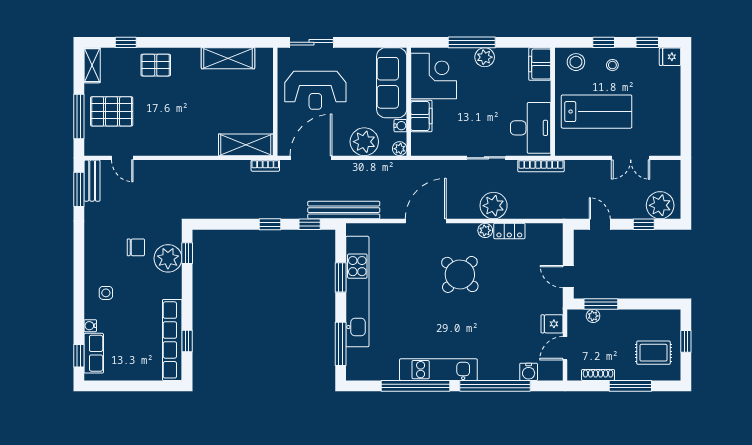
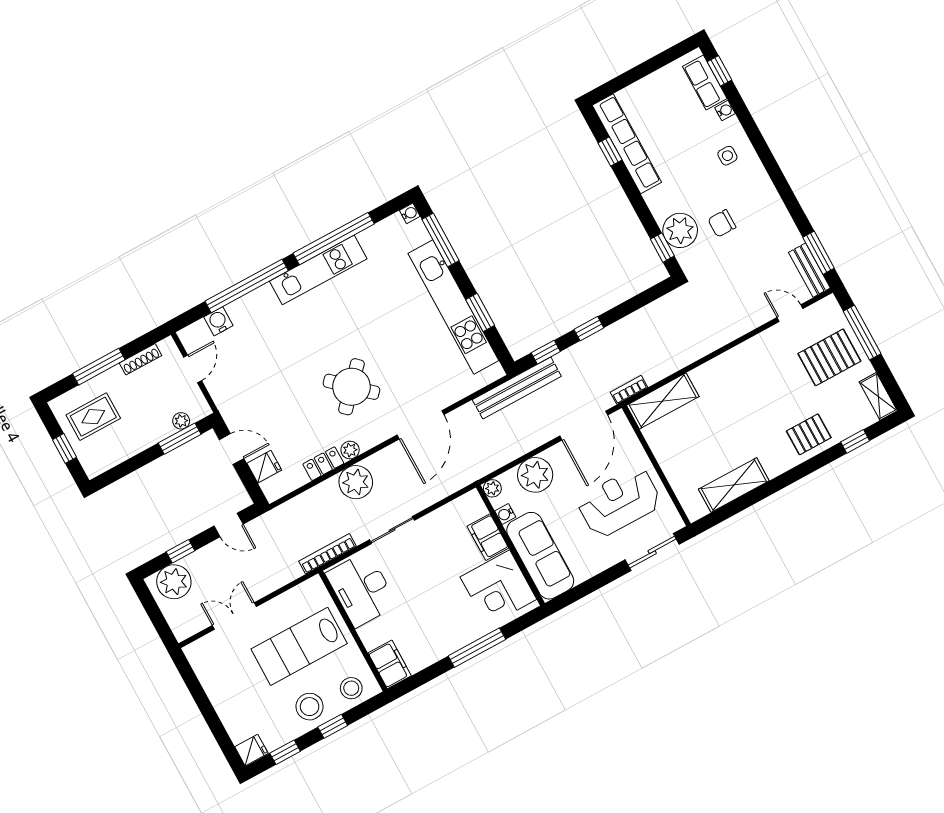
plant: (485, 57) -> (454, 639), removed
stool: (612, 65) -> (310, 707), width x1.89, depth x1.89
fridge: (552, 324) -> (264, 467), moved
water cooler: (352, 374) -> (410, 213), added

